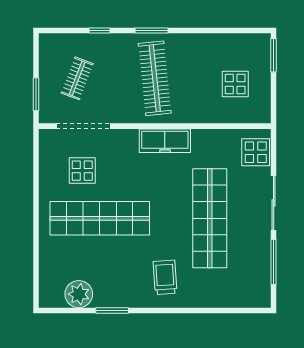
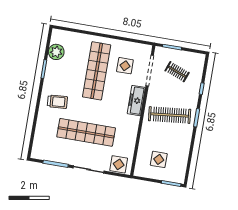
freezer: (165, 141) -> (136, 101), moved

